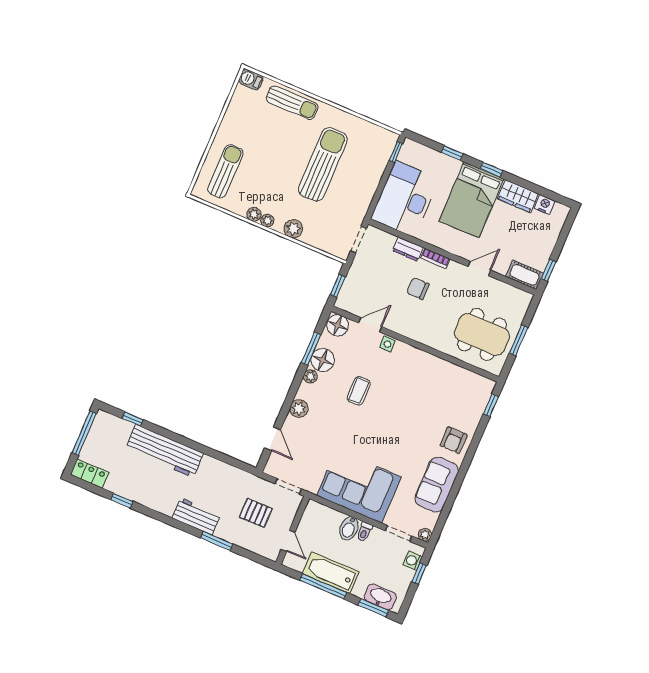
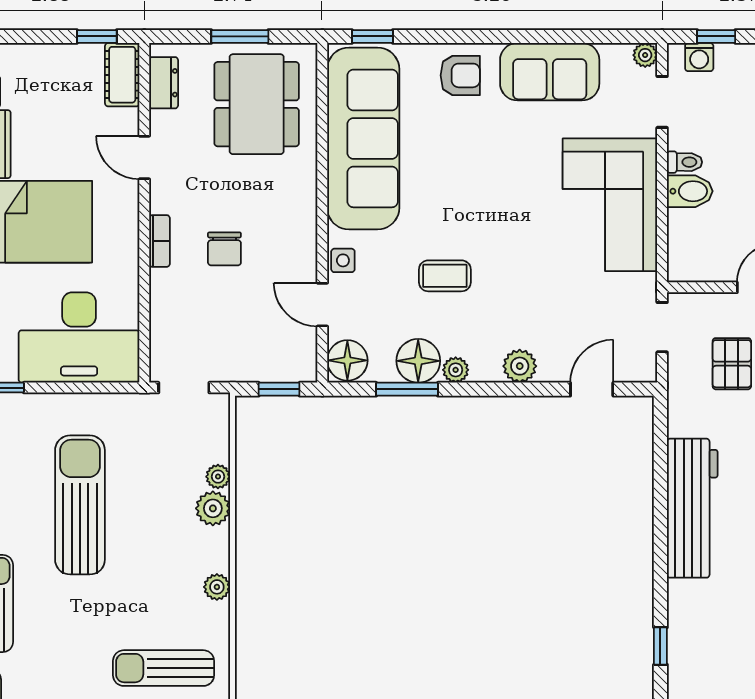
sun lounger: (323, 164) -> (80, 505), turned 90
plant: (267, 221) -> (218, 477), moved
dresser: (408, 249) -> (164, 83), moved
sofa: (443, 379) -> (363, 138), added
workbench: (165, 451) -> (692, 508), moved

